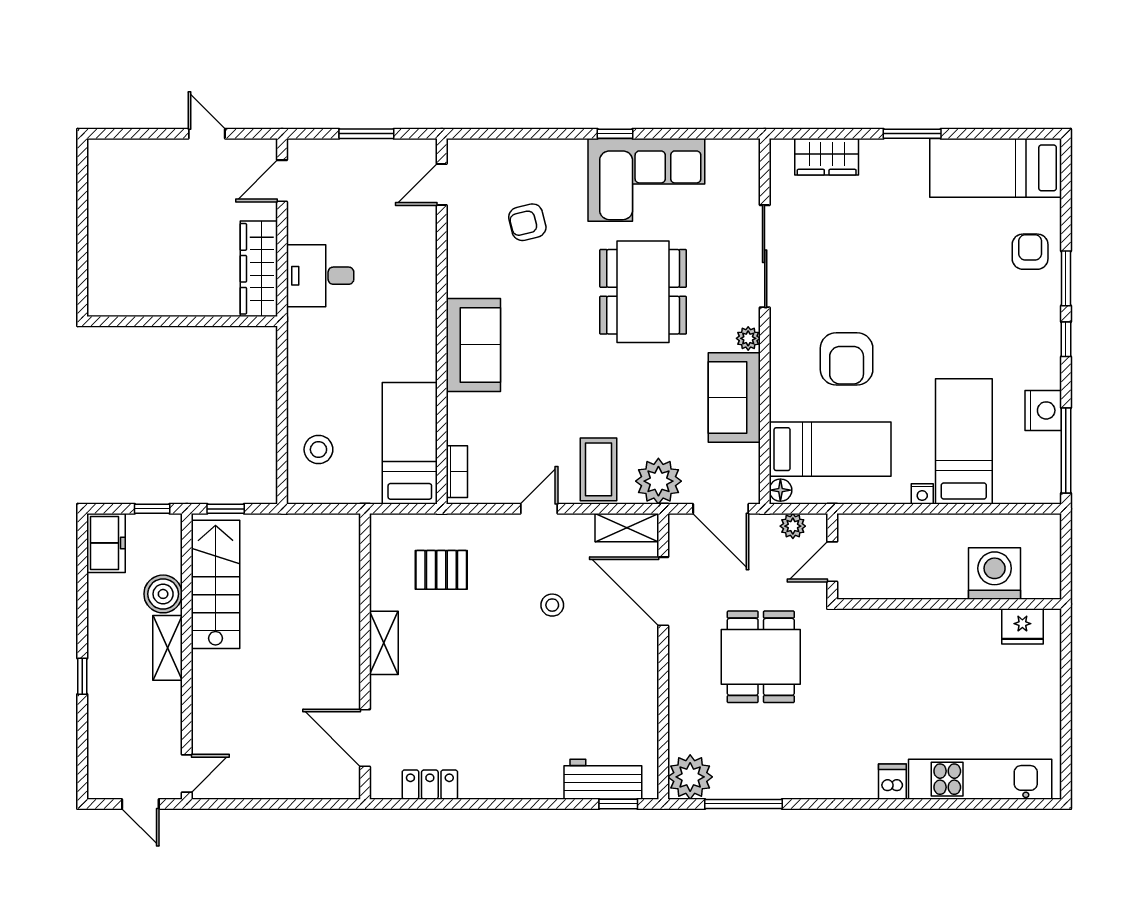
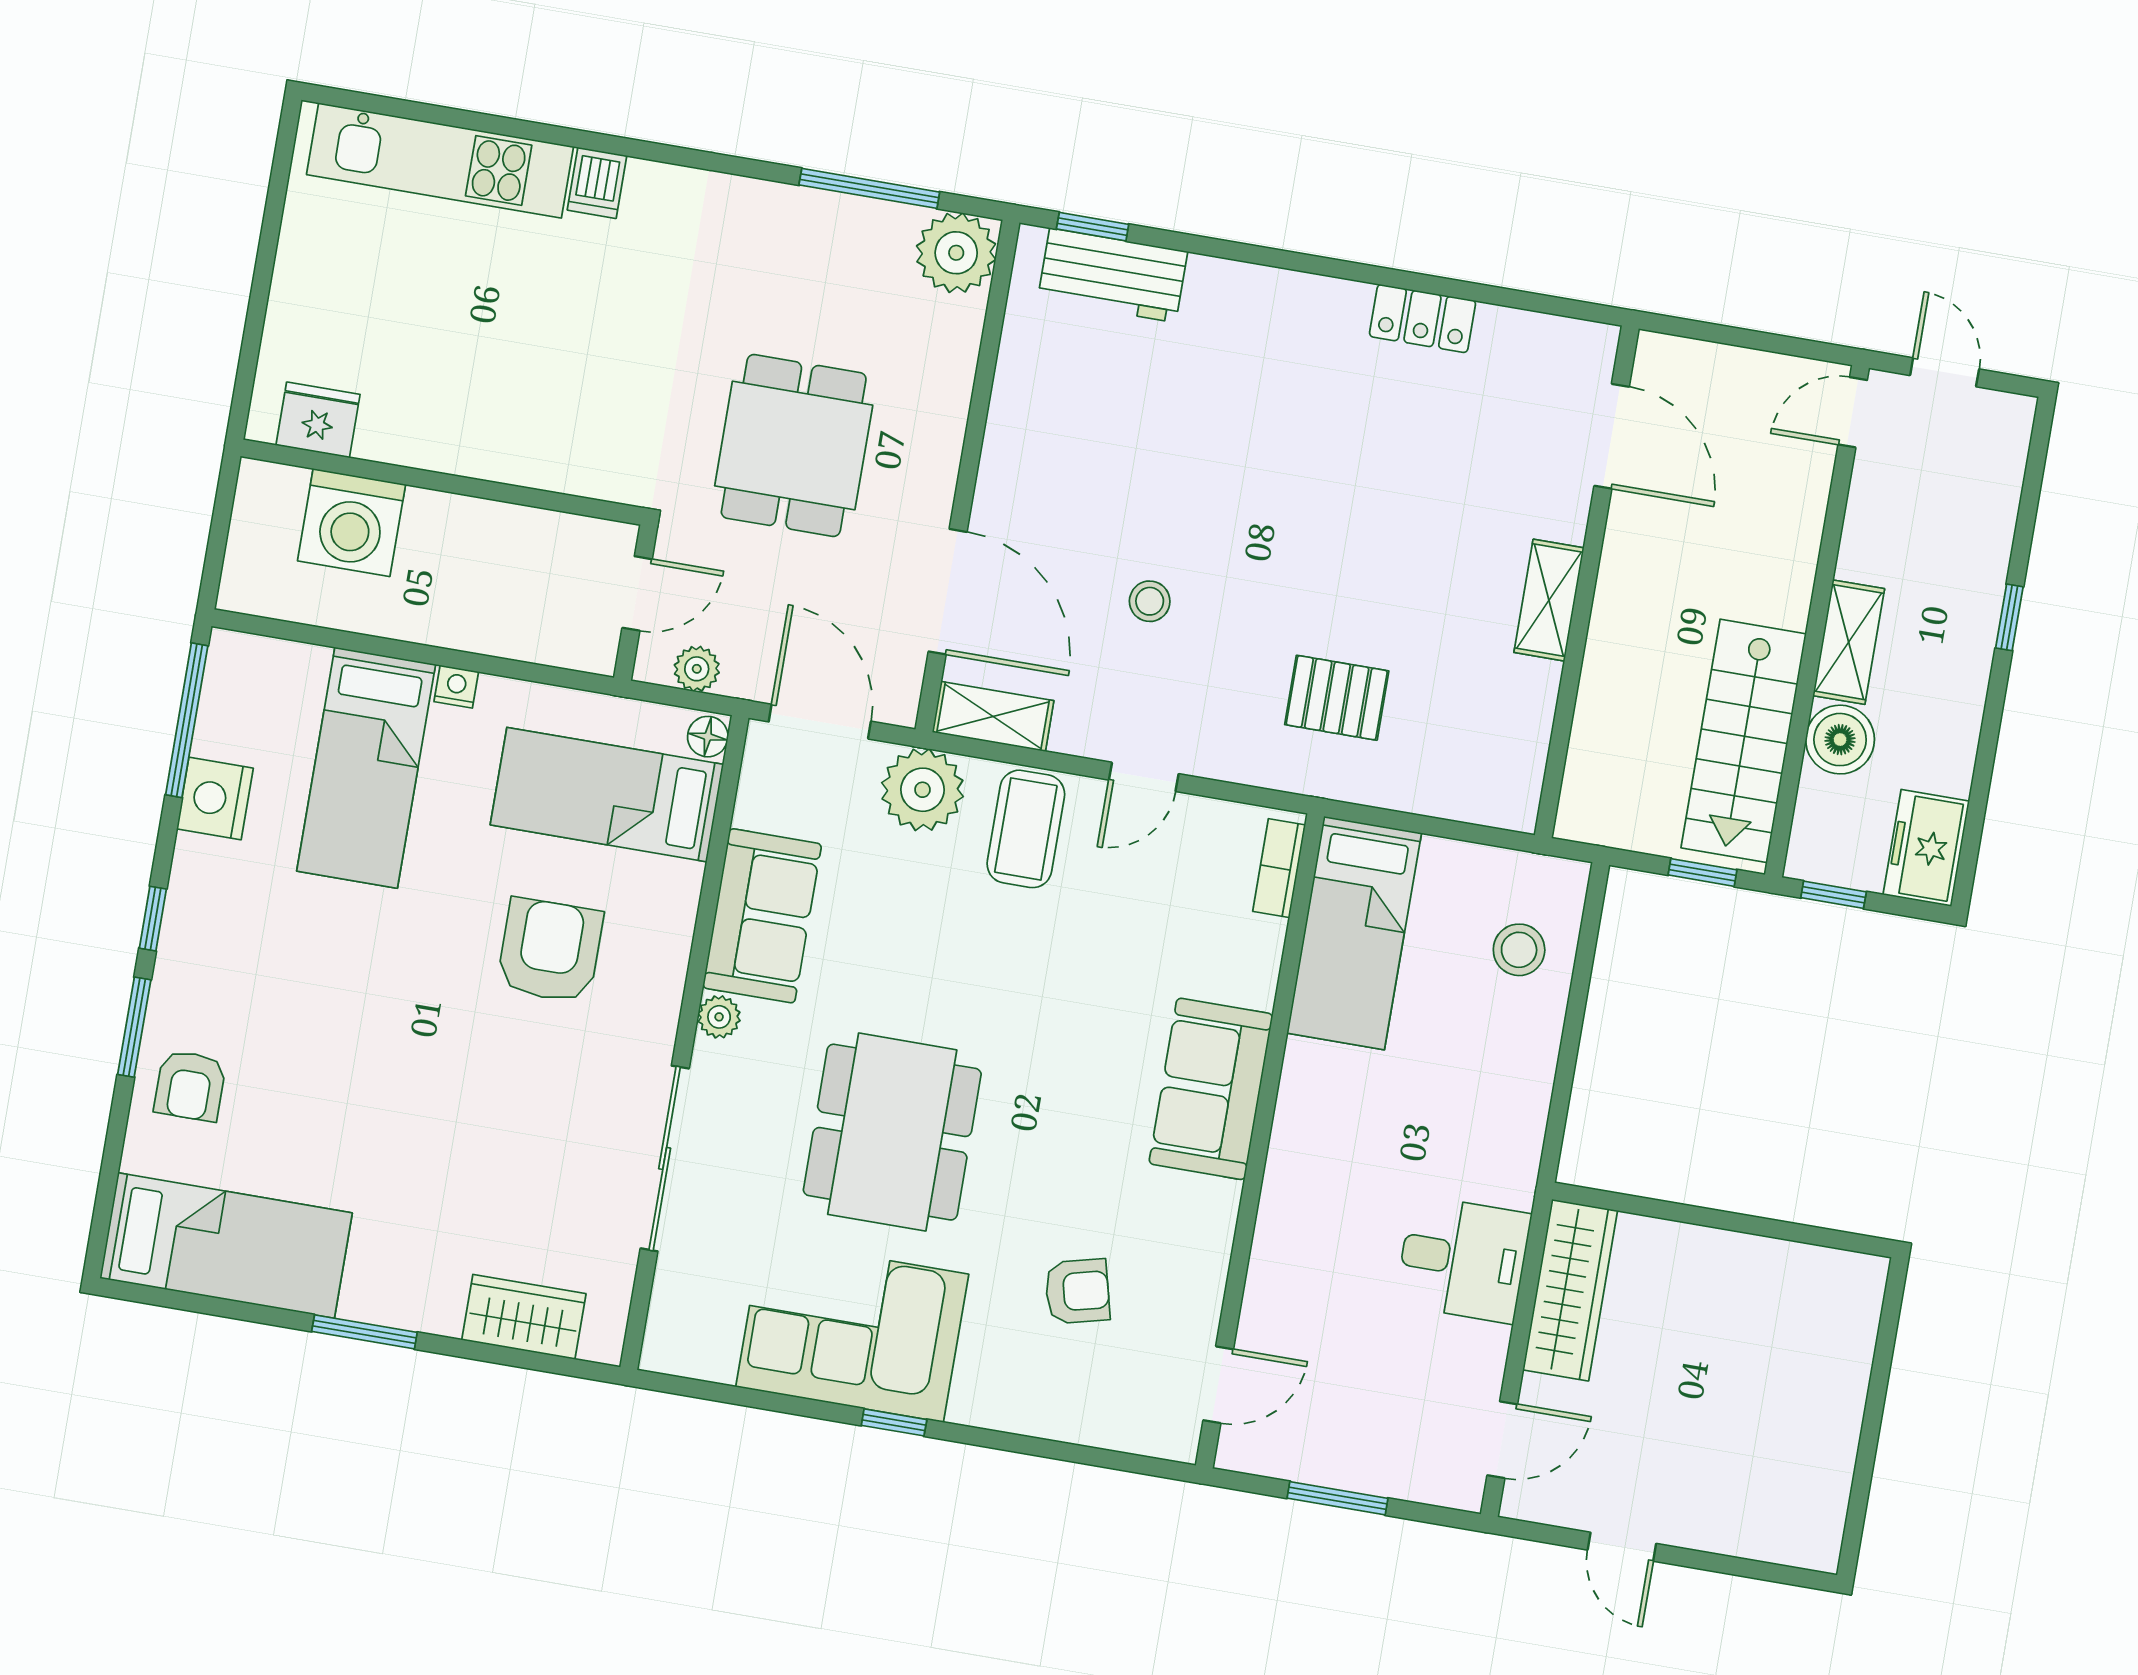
shelving: (384, 643) -> (1549, 600), moved
wall: (365, 656) -> (1587, 582), moved
door: (365, 738) -> (1612, 436), moved

